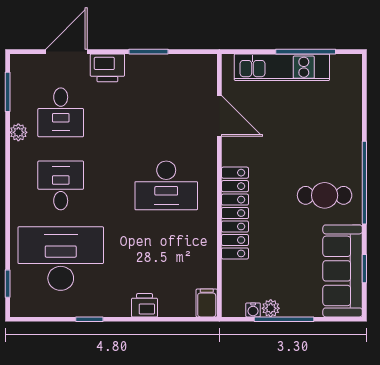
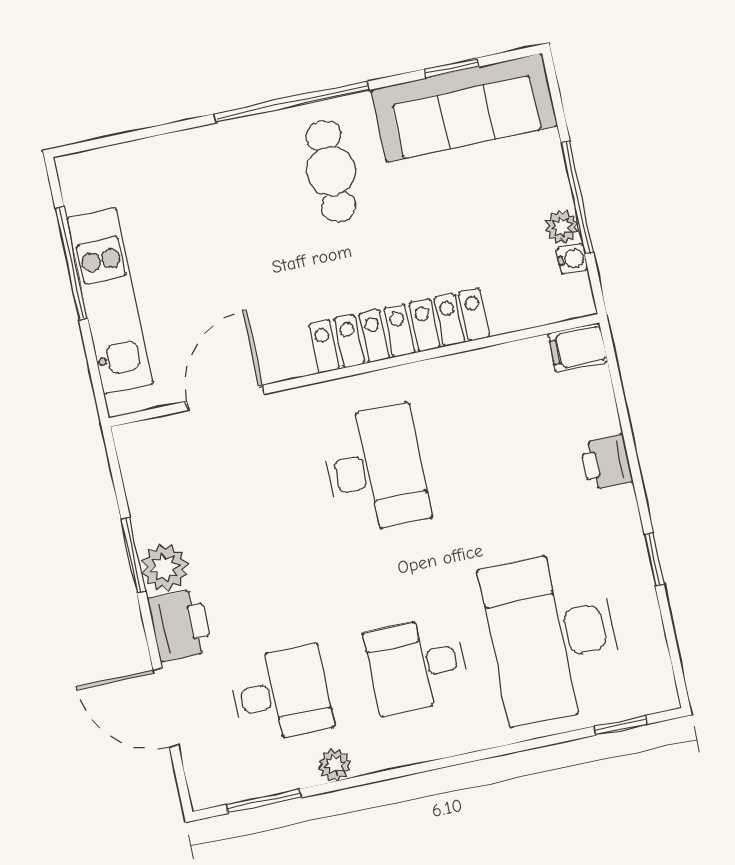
plant: (139, 66) -> (165, 568), added

